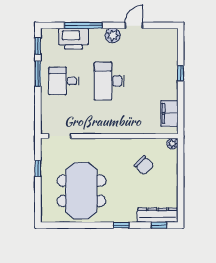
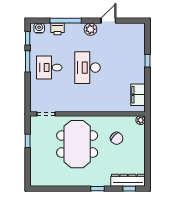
water cooler: (52, 34) -> (39, 28), added
printer: (74, 39) -> (58, 29), width x0.53, depth x0.68
meeting table: (81, 191) -> (77, 144), moved

